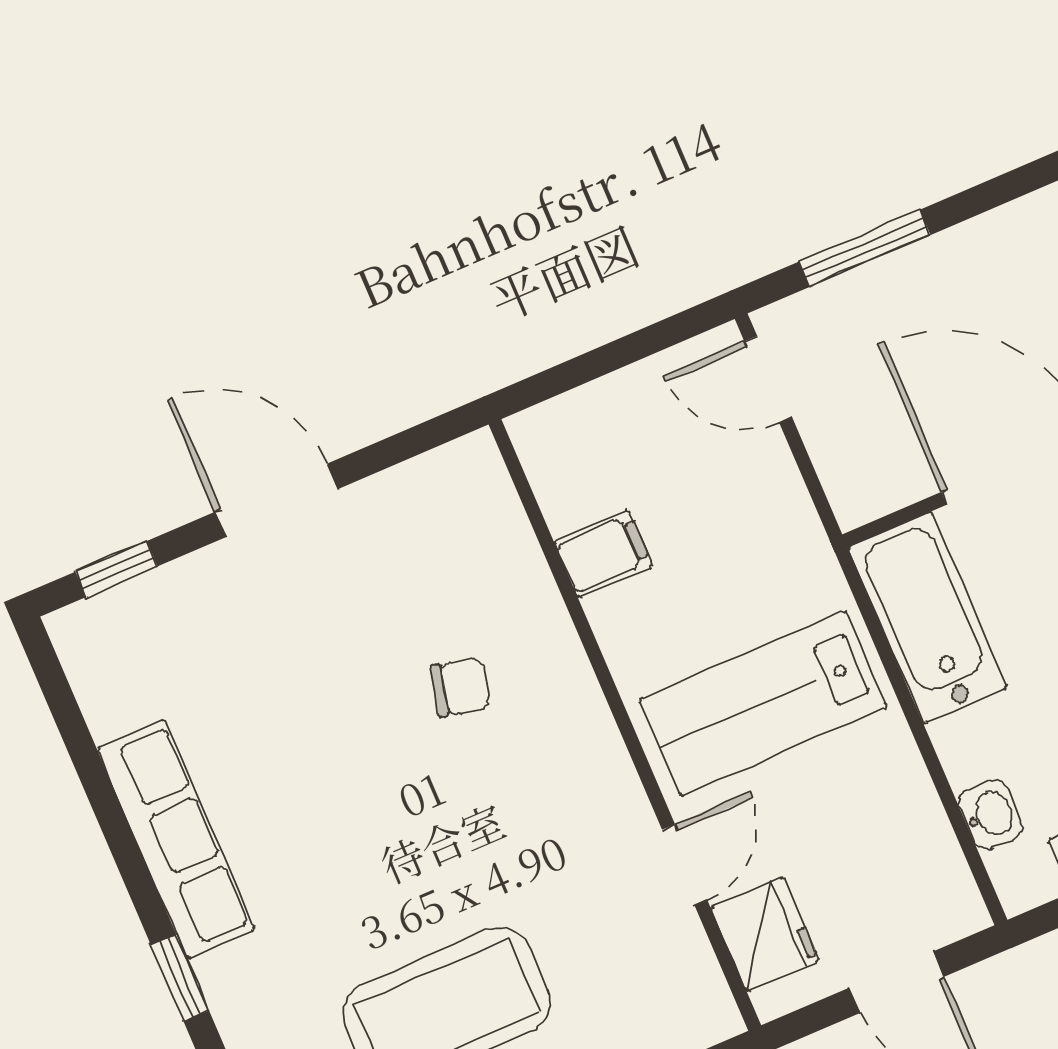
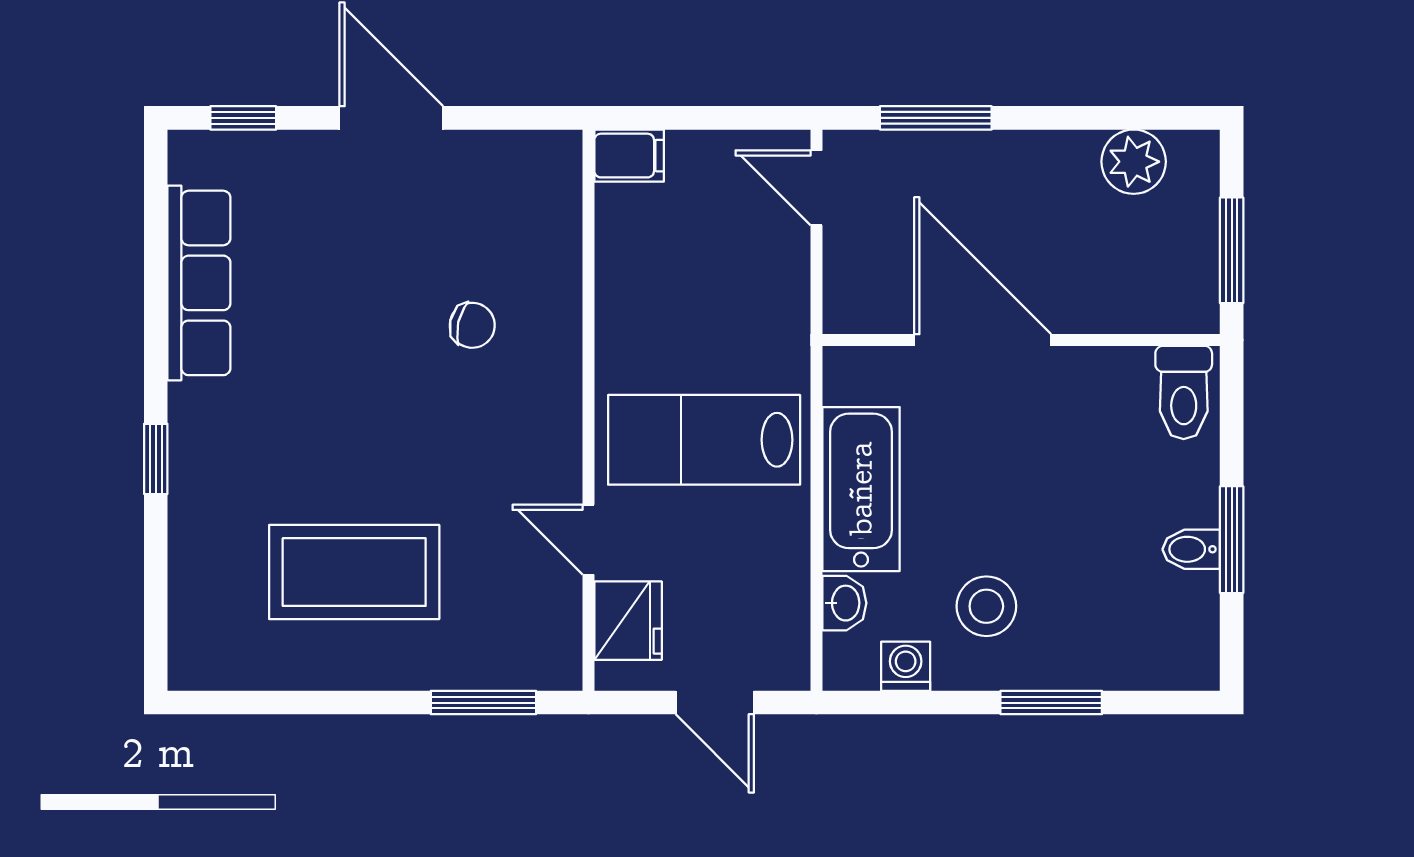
filing cabinet: (603, 554) -> (629, 156), moved
bathtub: (927, 618) -> (861, 489), moved
row of seats: (176, 839) -> (199, 283), moved
door: (685, 865) -> (588, 540), swing flipped

